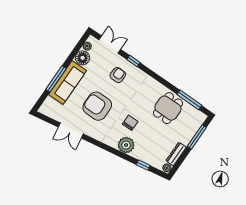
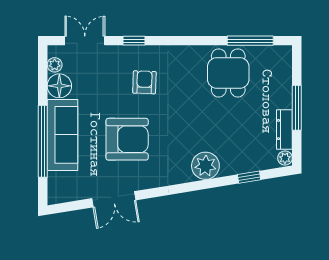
armchair: (118, 75) -> (144, 82), moved
window: (56, 79) -> (43, 141), width x1.46
armchair: (97, 106) -> (127, 139), turned 180
chair: (130, 123) -> (189, 130), removed
window: (197, 137) -> (297, 108), moved

